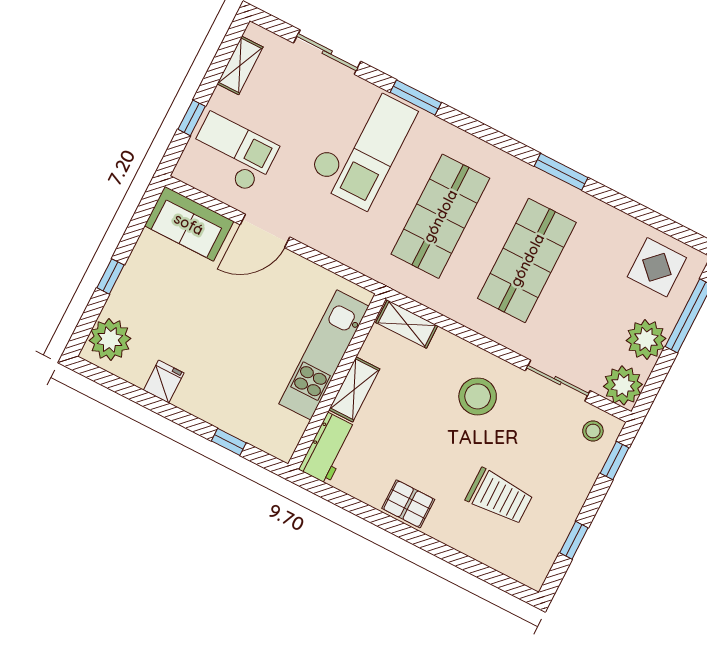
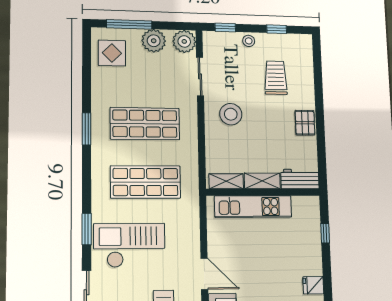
shelving: (407, 324) -> (226, 181), moved, turned 90
stool: (593, 431) -> (249, 41), moved

